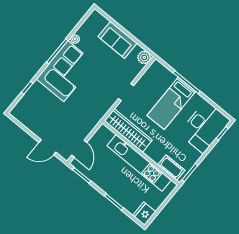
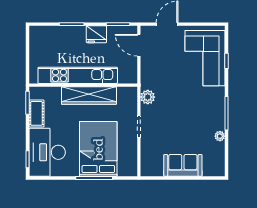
plant: (144, 57) -> (148, 97), moved
corner sofa: (66, 71) -> (205, 58), moved
bed: (171, 103) -> (98, 149), width x1.50
wardrobe: (128, 130) -> (89, 96), moved
cot: (171, 168) -> (36, 113), moved, turned 90
fridge: (144, 214) -> (96, 34), moved, turned 90

